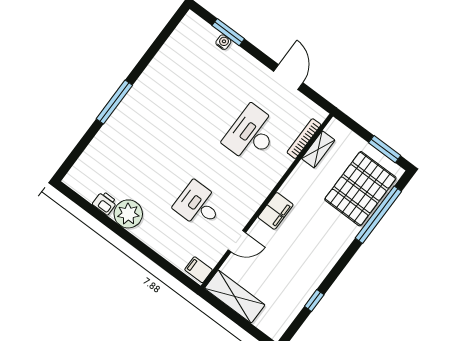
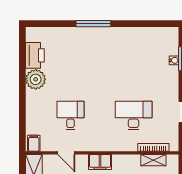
printer: (105, 203) -> (35, 55), width x1.87, depth x1.48

